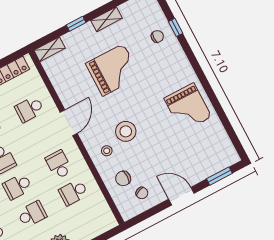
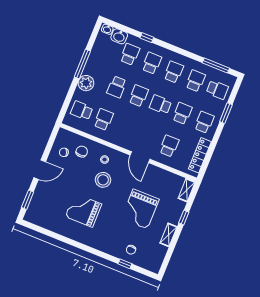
grand piano: (188, 108) -> (83, 210), moved
school desk: (59, 165) -> (82, 111), moved, turned 180

